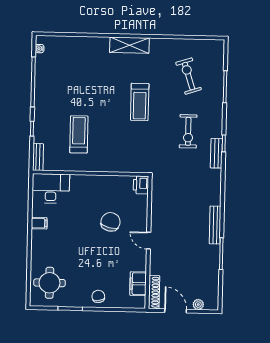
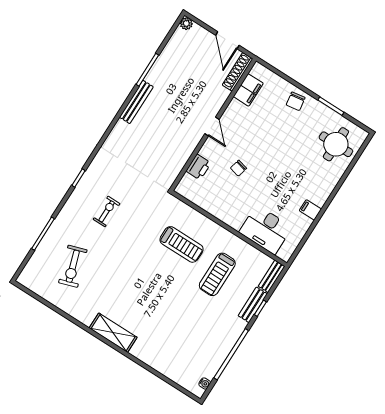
treadmill: (140, 102) -> (182, 244), moved, turned 90
exercise bike: (188, 131) -> (107, 211), width x0.73, depth x0.72
bench: (216, 153) -> (253, 305), moved
printer: (141, 185) -> (198, 167), moved
desk: (51, 188) -> (266, 230), moved
chair: (111, 222) -> (238, 168), width x0.54, depth x0.54
plant: (198, 305) -> (186, 24), moved

